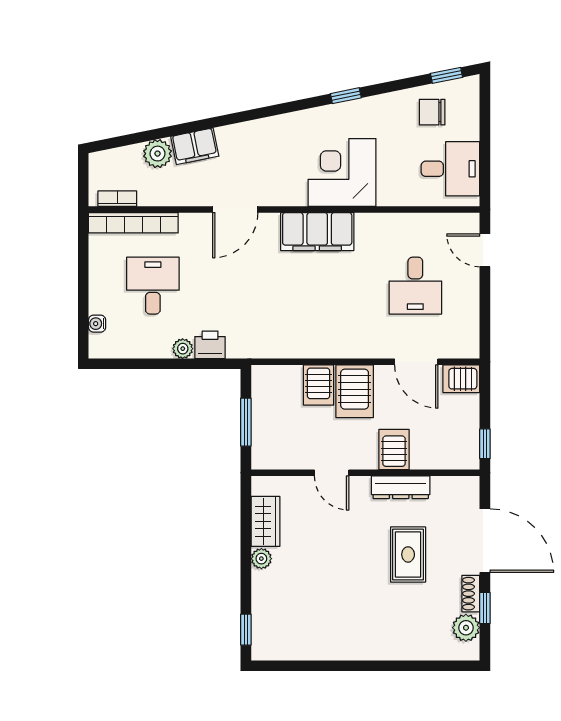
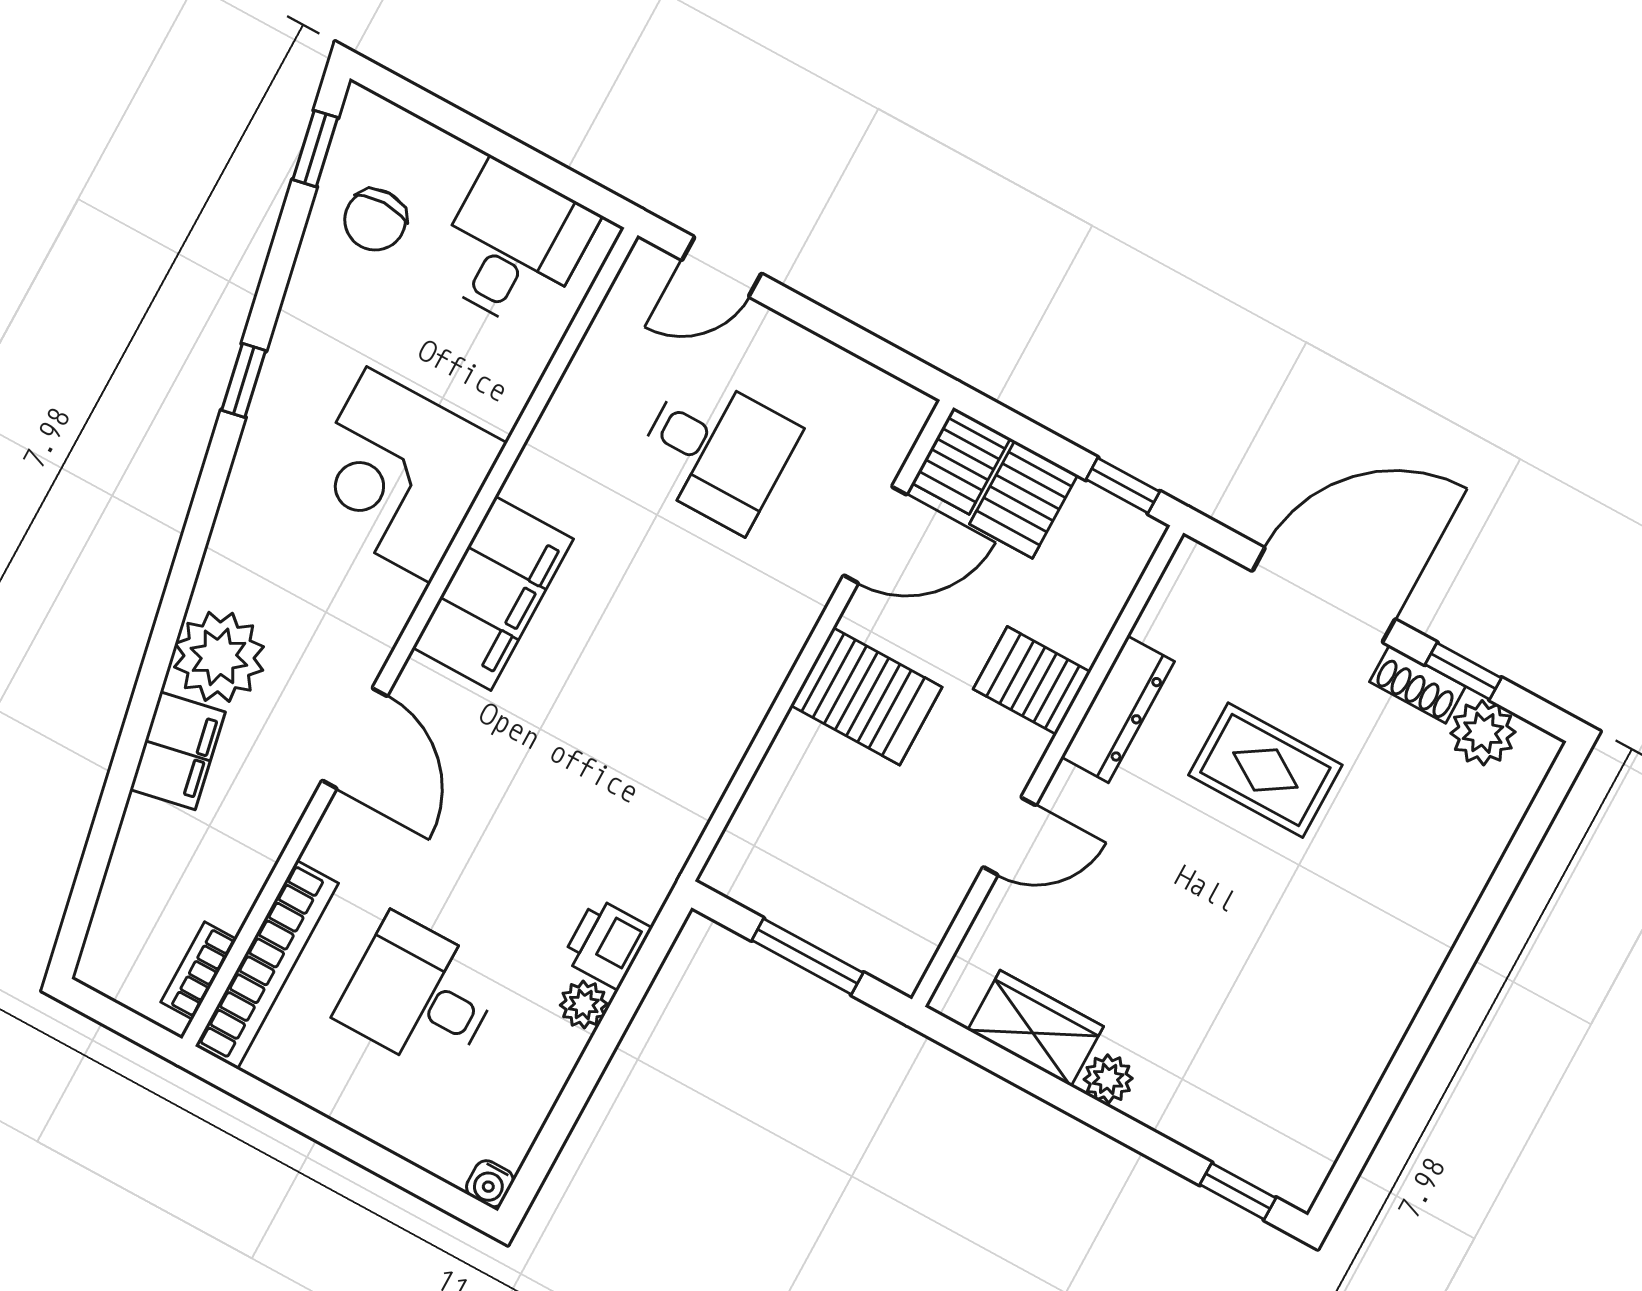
plant: (157, 154) -> (219, 657), moved, width x1.36, depth x1.36
water cooler: (97, 324) -> (490, 1184), moved
server rack: (319, 385) -> (1024, 499), moved, turned 90

